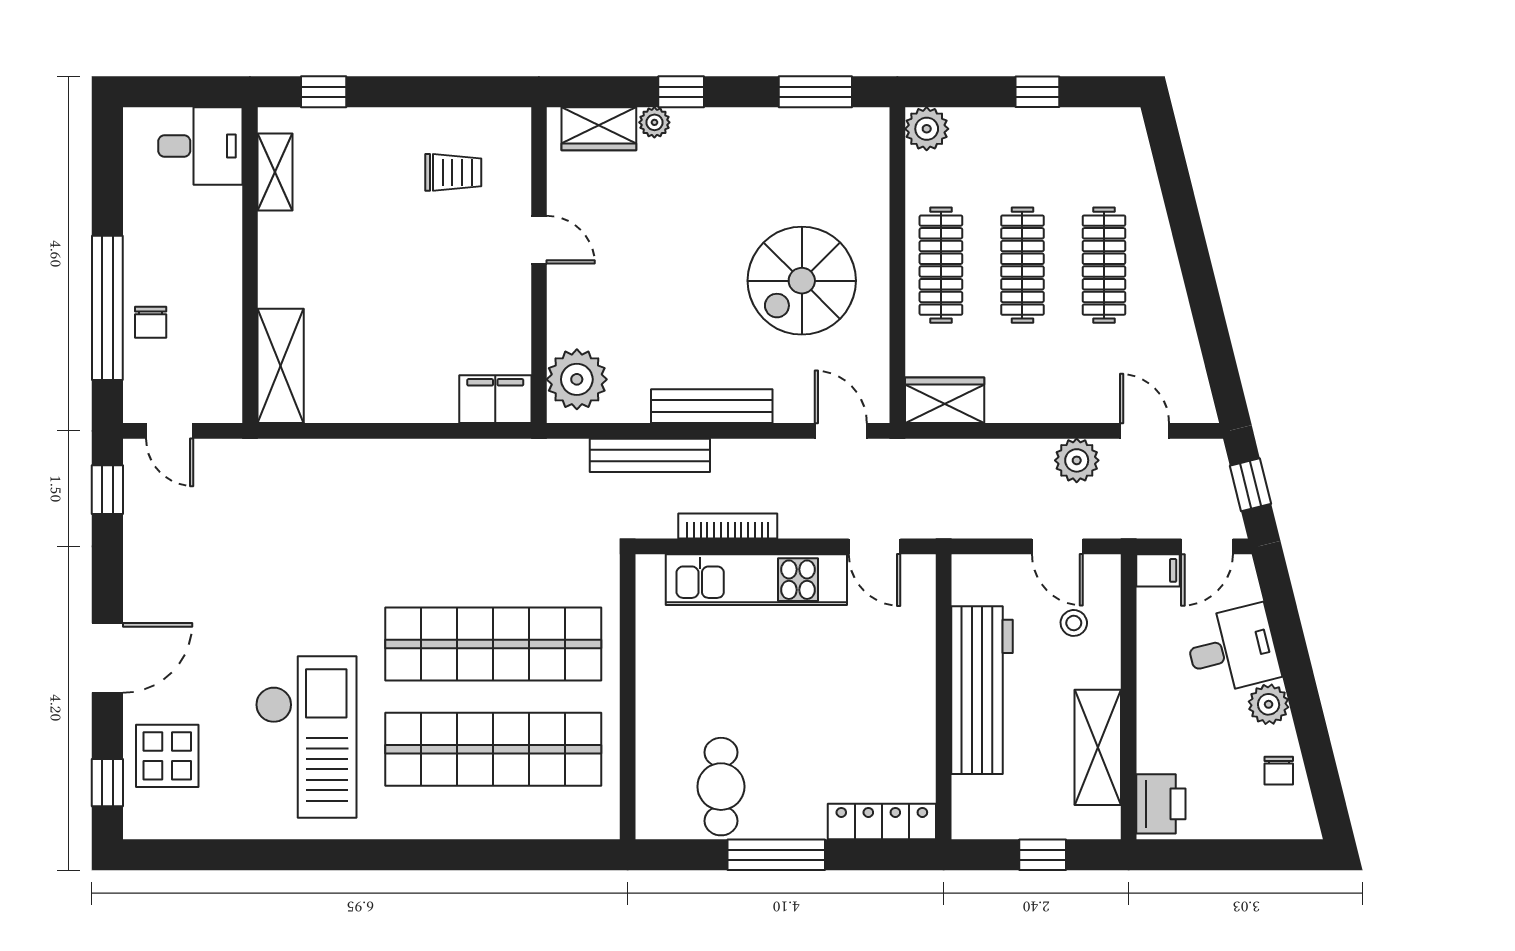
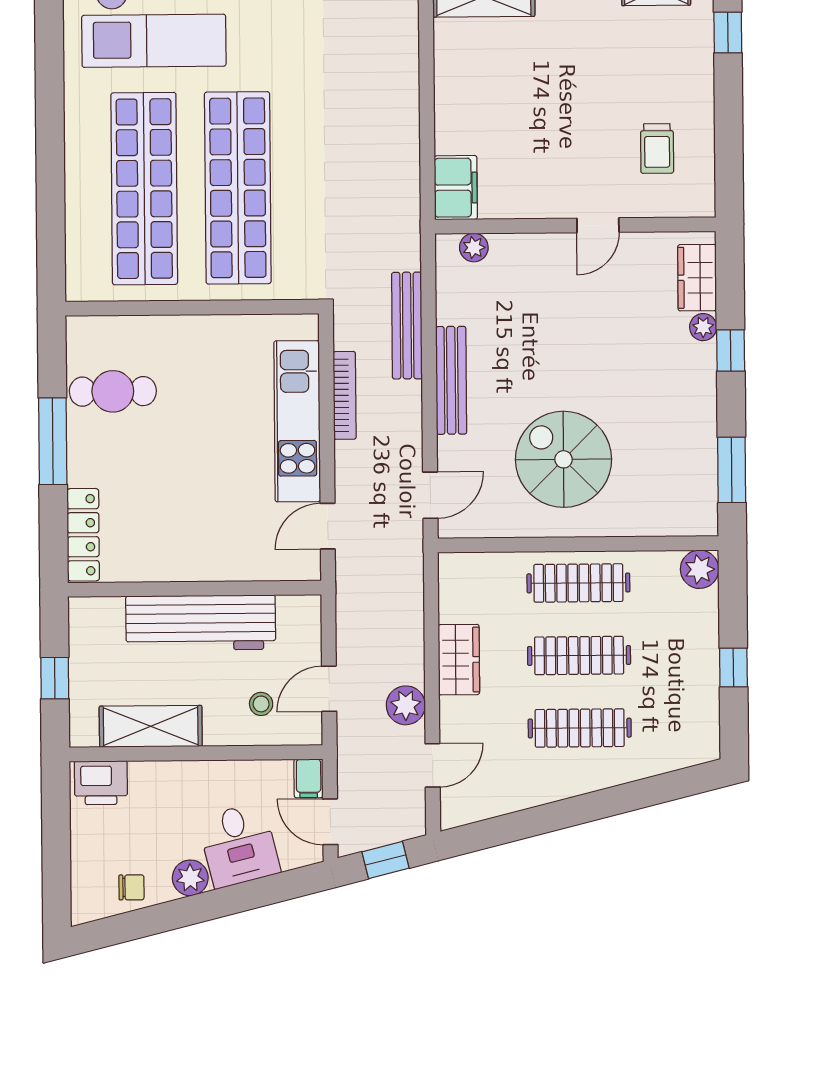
plant: (577, 379) -> (474, 247), width x0.53, depth x0.53
wardrobe: (945, 400) -> (459, 660), moved
chair: (1279, 771) -> (131, 887), turned 180

